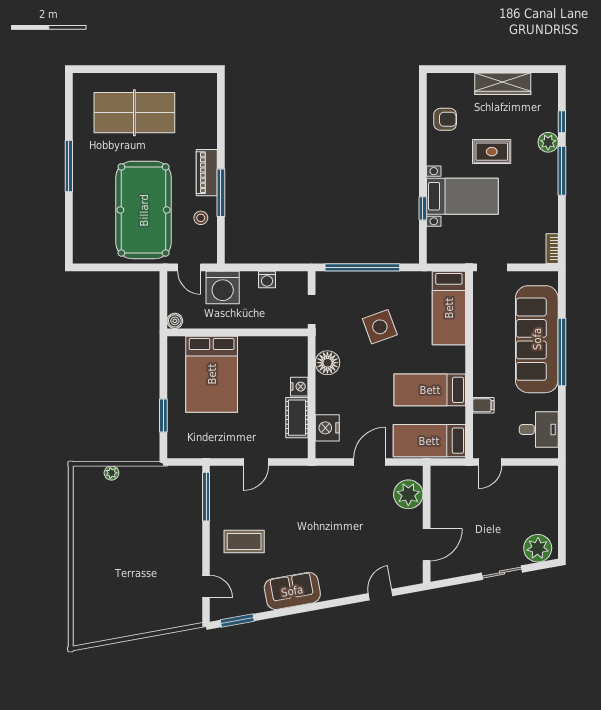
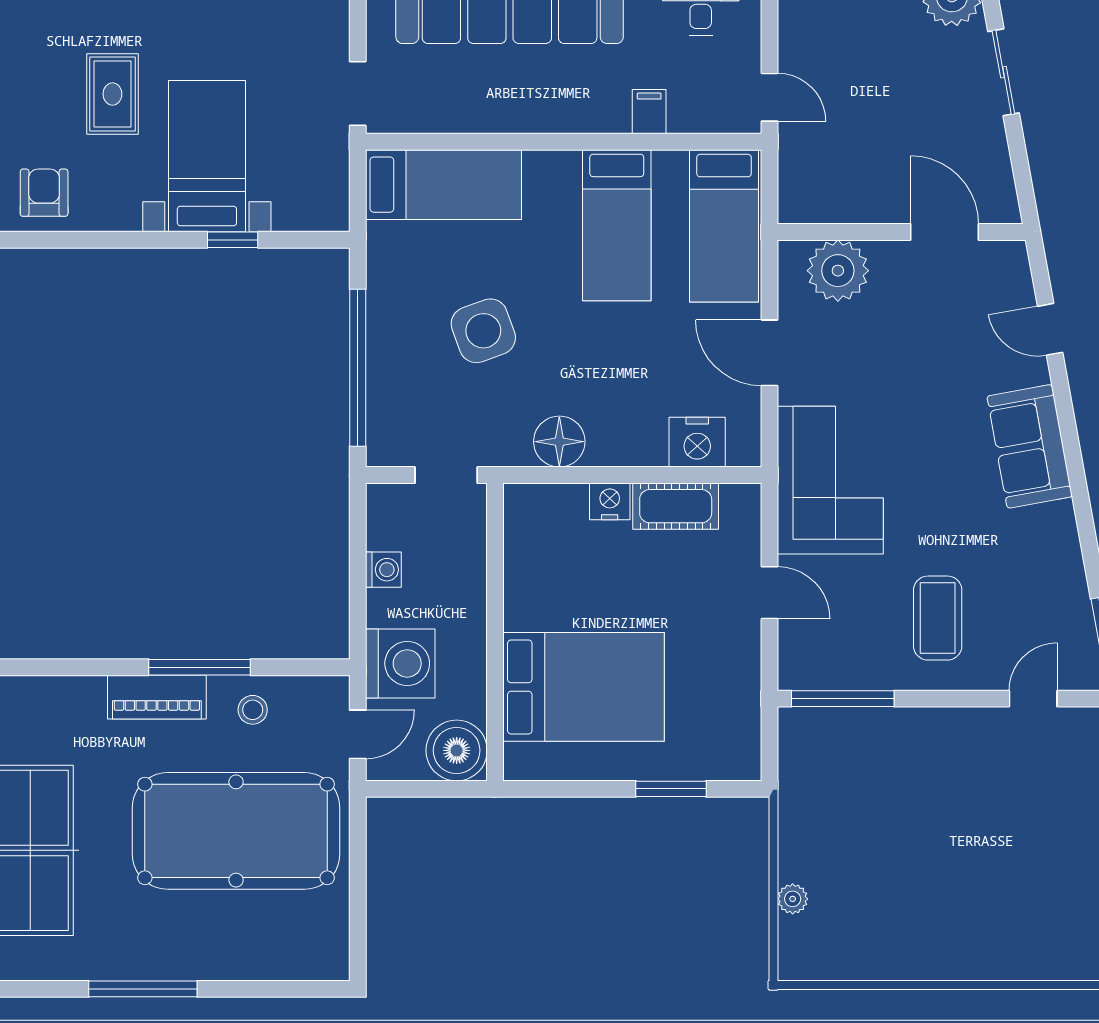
boiler: (175, 321) -> (457, 750), width x1.86, depth x1.86
corner sofa: (309, 491) -> (830, 480), added
sofa: (292, 591) -> (1030, 446), moved

